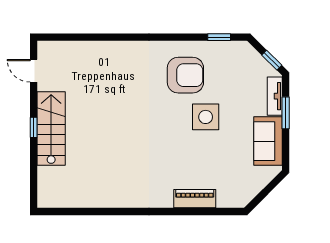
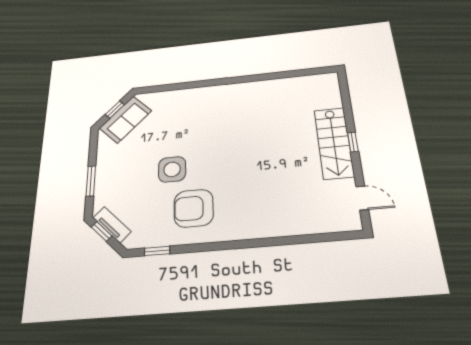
tv unit: (275, 96) -> (112, 225), moved, turned -45
sofa: (268, 141) -> (125, 119), moved, turned 45
window: (265, 192) -> (115, 110), added
piano: (195, 199) -> (182, 96), removed

